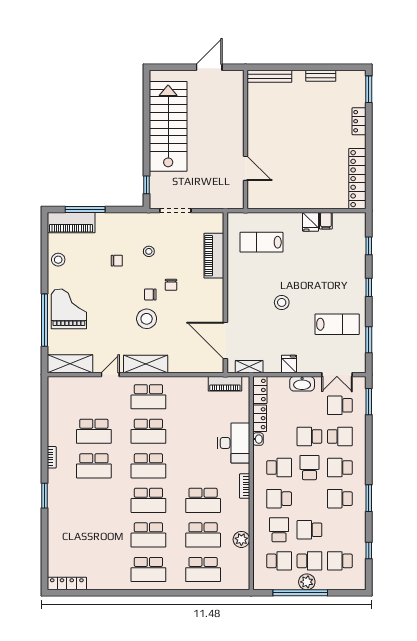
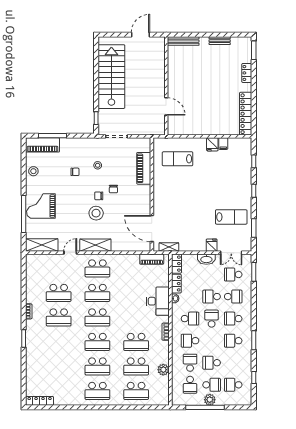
stool: (282, 302) -> (192, 202), removed
grand piano: (69, 309) -> (41, 206), turned -90
fridge: (289, 364) -> (212, 245), moved
school desk: (279, 561) -> (190, 385), turned 90

